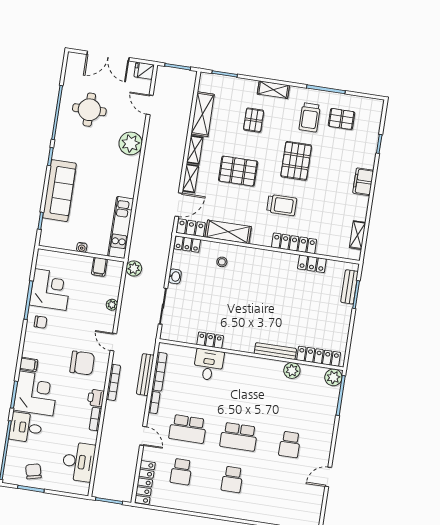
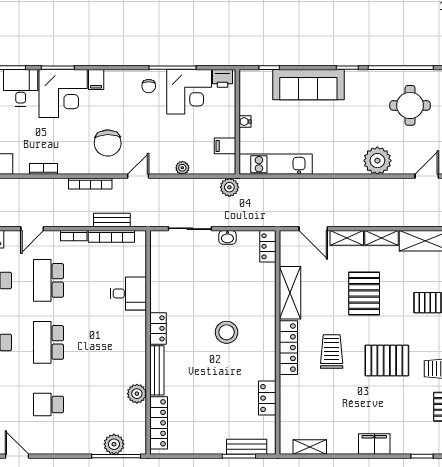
trolley: (282, 205) -> (332, 351), turned 180
locker: (191, 228) -> (288, 248), removed
locker: (294, 243) -> (288, 348), moved
stool: (222, 262) -> (227, 332), moved, width x1.89, depth x1.89
locker: (210, 340) -> (158, 328), moved
bench: (145, 375) -> (112, 220), width x0.73
plant: (333, 377) -> (114, 444), moved
printer: (96, 398) -> (223, 78), moved, turned 180

